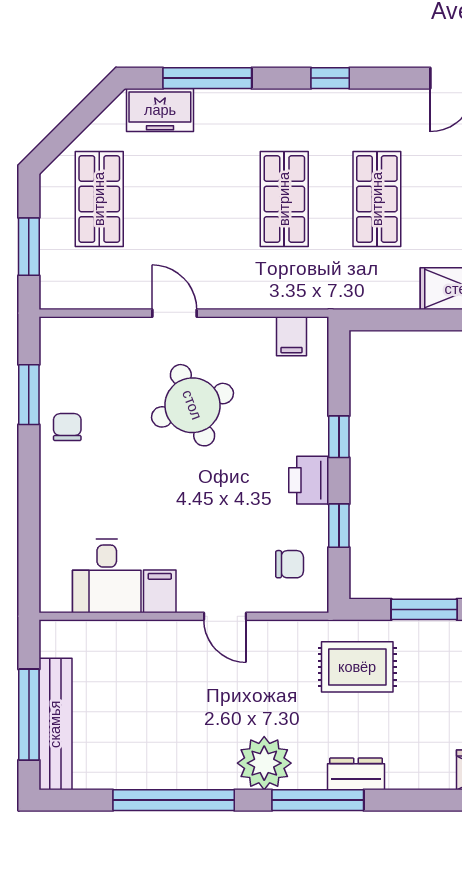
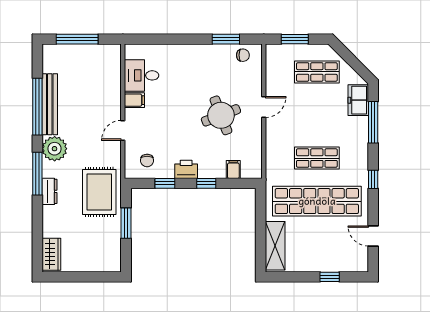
shop shelf: (377, 199) -> (317, 201), width x2.00, depth x1.36
filing cabinet: (292, 336) -> (233, 169), moved, turned 90
chair: (67, 427) -> (243, 55), moved
rug: (357, 667) -> (99, 192), width x1.36, depth x1.43
bench: (55, 724) -> (50, 104), moved, turned 90

